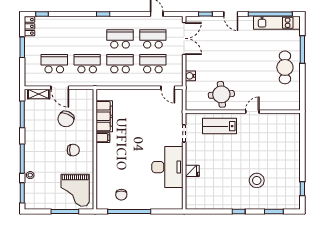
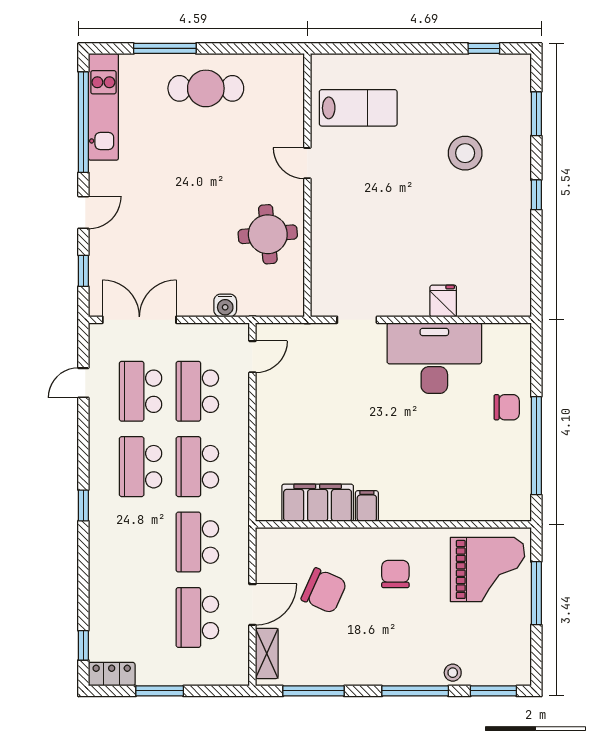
lab bench: (220, 126) -> (358, 108), moved, turned -90
chair: (121, 195) -> (507, 407), moved

